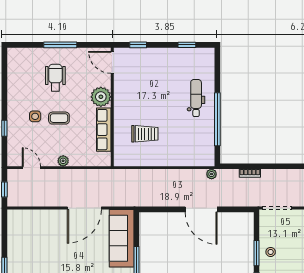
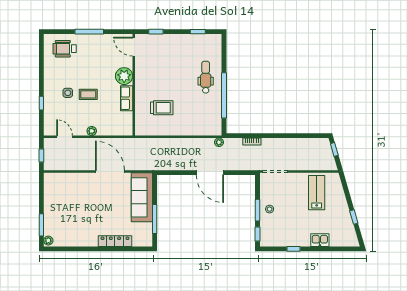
wheelchair: (55, 78) -> (65, 49), moved, turned -90
row of seats: (104, 130) -> (127, 98), width x0.68
door: (84, 208) -> (110, 171), swing flipped

